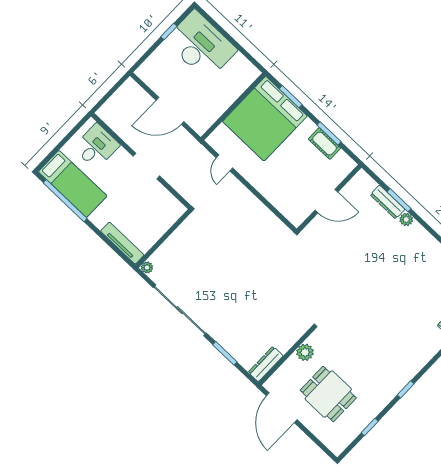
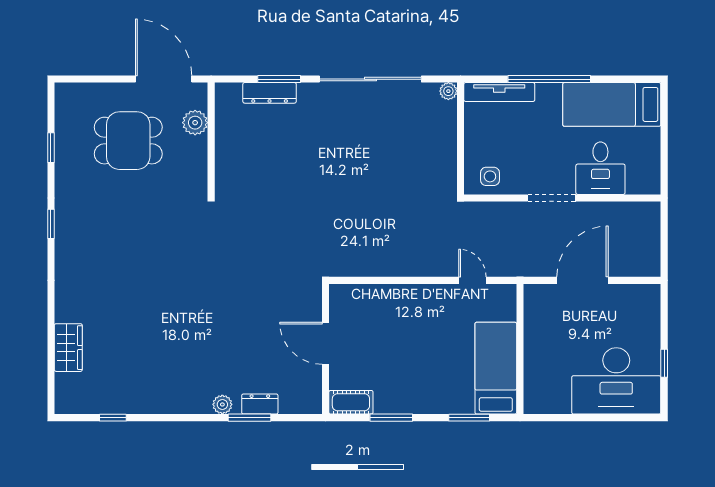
bed: (265, 119) -> (496, 368), width x0.49
cot: (325, 144) -> (351, 402), moved
desk: (96, 146) -> (600, 168), moved
window: (65, 201) -> (549, 79), moved
door: (326, 201) -> (326, 343), hinge flipped
dresser: (388, 202) -> (260, 404), width x0.70
side table: (167, 206) -> (490, 176), added
plant: (305, 352) -> (195, 123), moved
dresser: (266, 364) -> (270, 93), moved, turned 90

